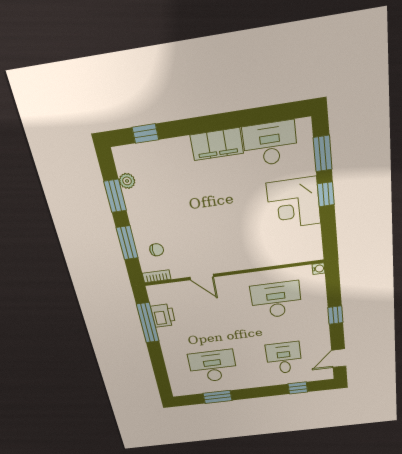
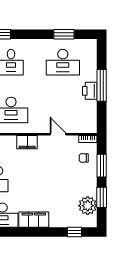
plant: (127, 181) -> (88, 206), width x1.88, depth x1.88
filing cabinet: (246, 260) -> (27, 142), added
printer: (163, 316) -> (90, 91), moved
window: (148, 323) -> (102, 85), moved

